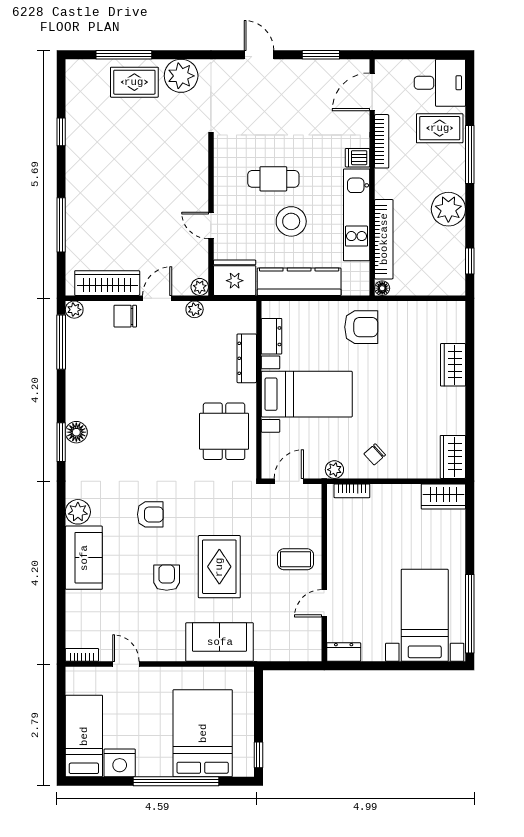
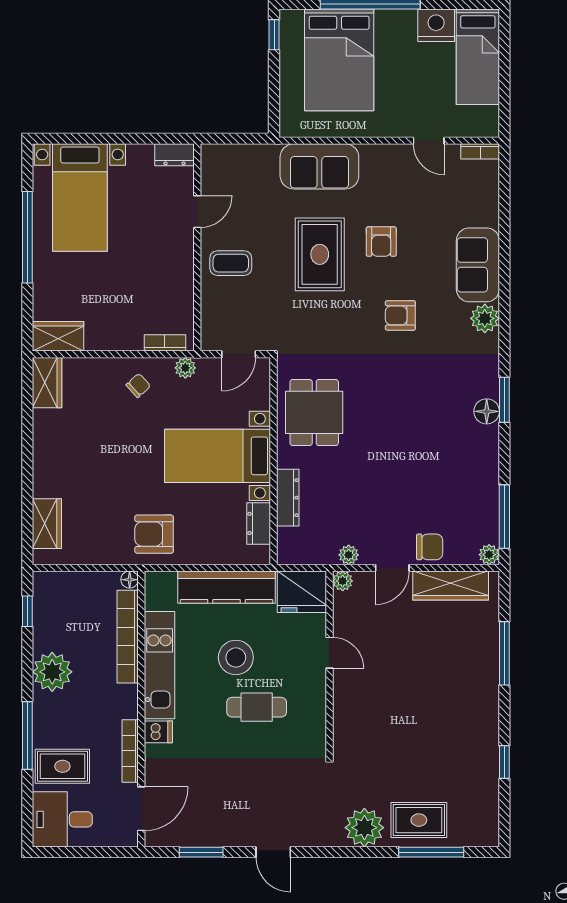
wardrobe: (453, 365) -> (47, 524), moved
window: (470, 614) -> (27, 237), moved

